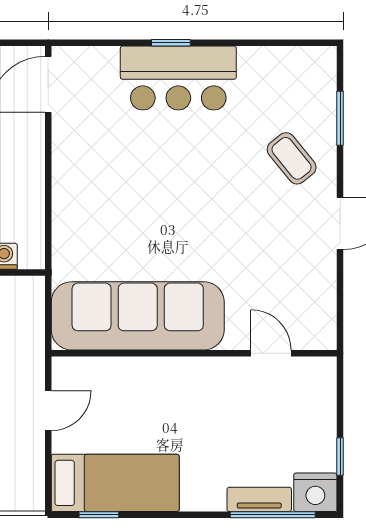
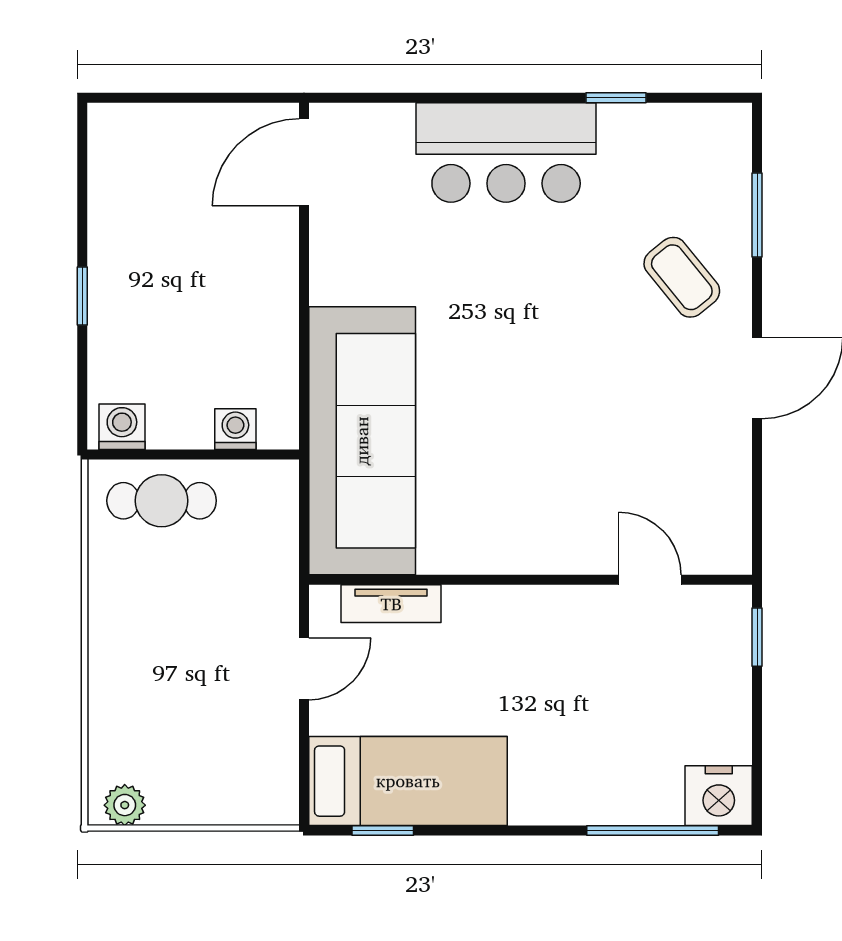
window: (171, 43) -> (616, 98), moved
sofa: (138, 316) -> (362, 441), moved, turned 90
window: (340, 457) -> (757, 637), moved
tv unit: (259, 499) -> (391, 604), moved, turned 180

